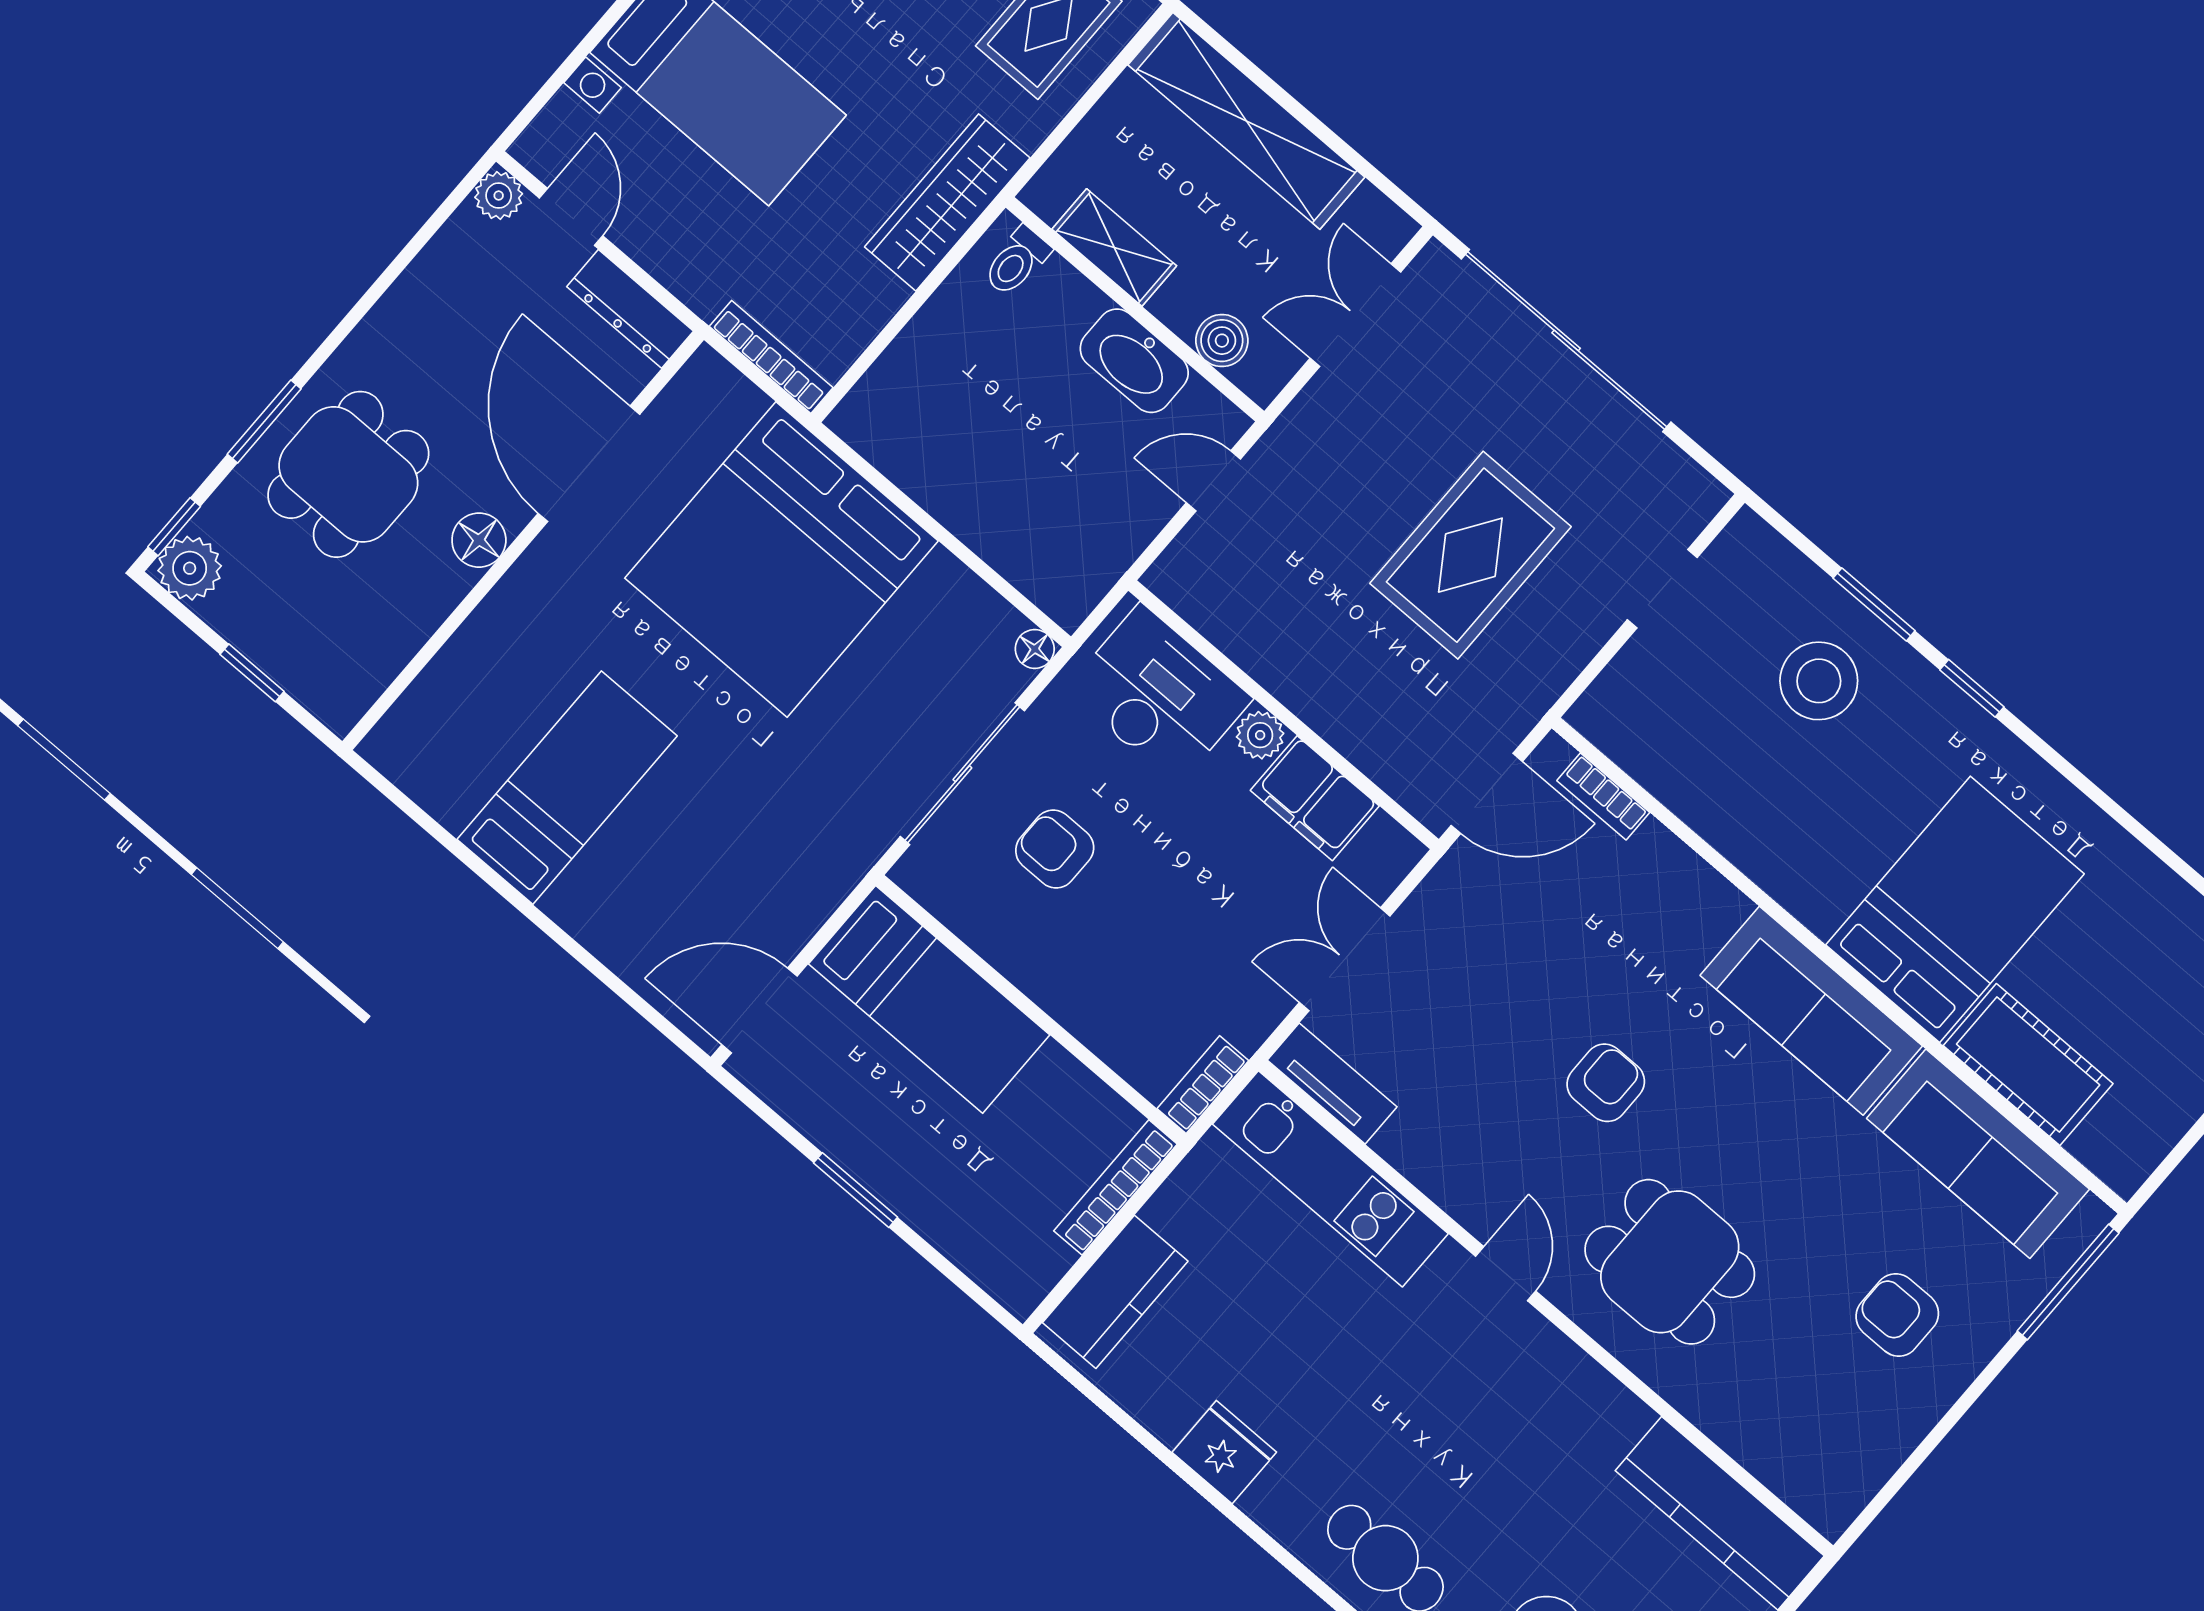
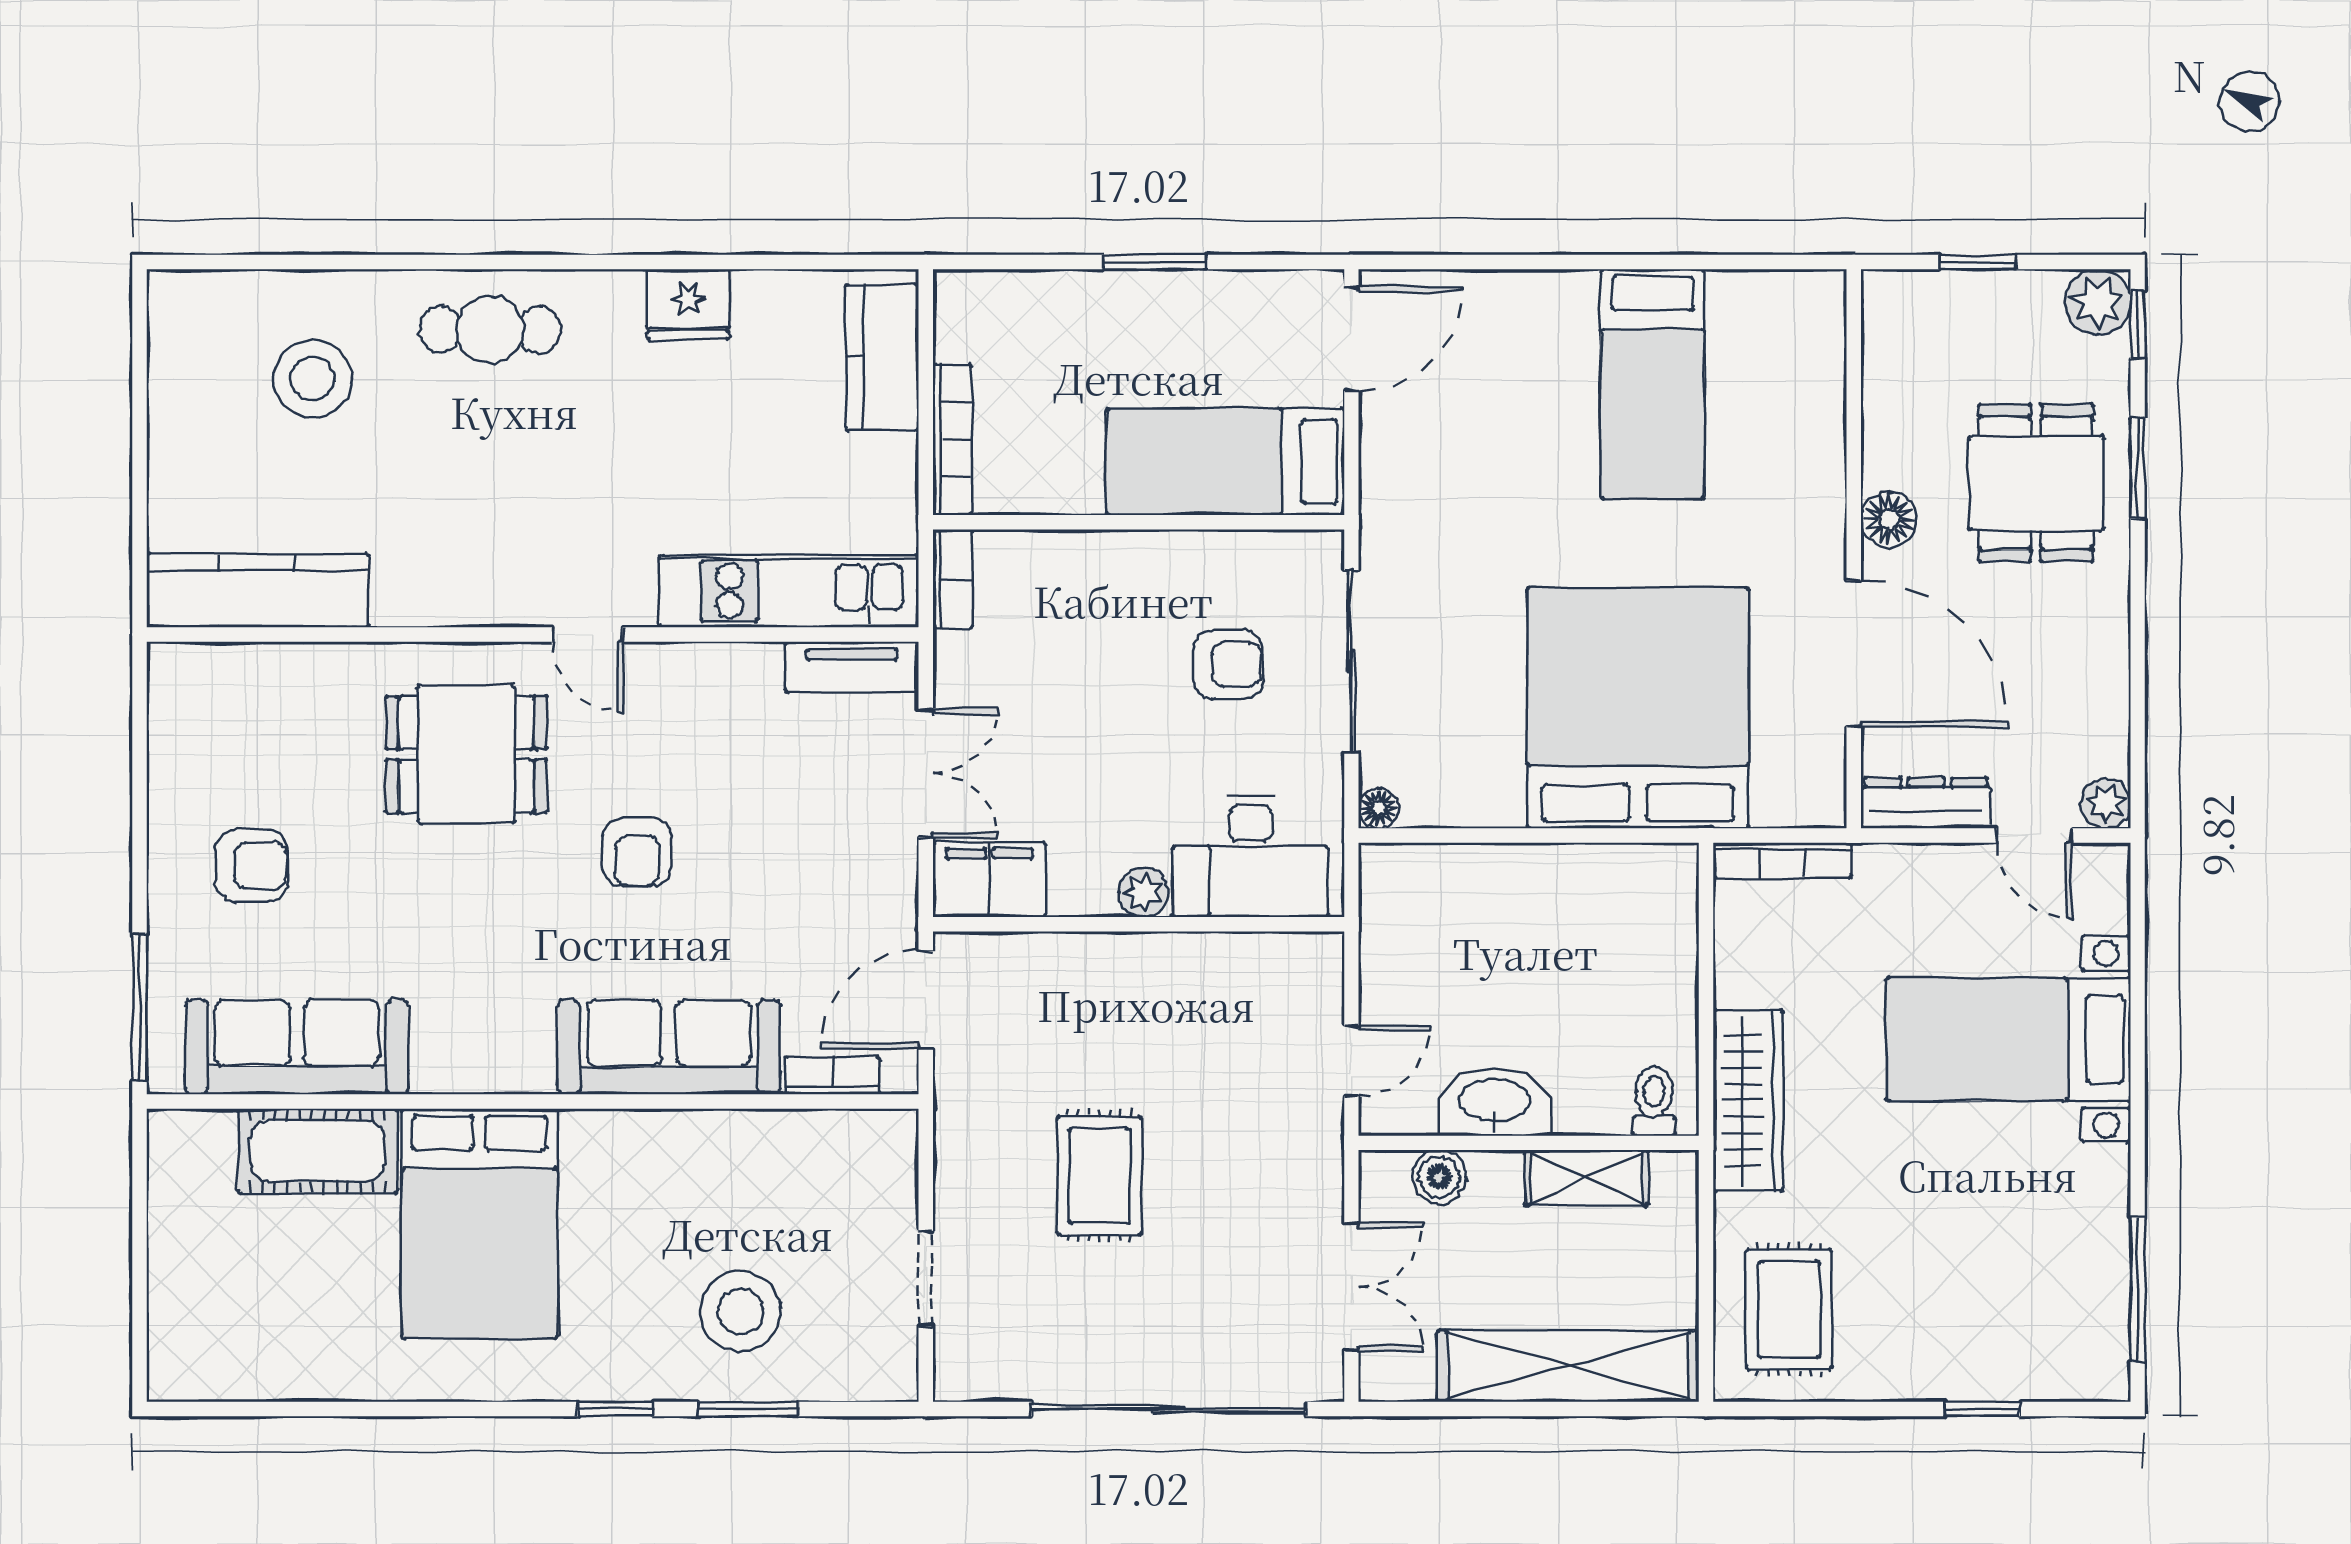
rug: (1470, 555) -> (1099, 1176), width x0.73, depth x0.70
filing cabinet: (1315, 798) -> (989, 880), moved
sofa: (1811, 1011) -> (669, 1047), moved

